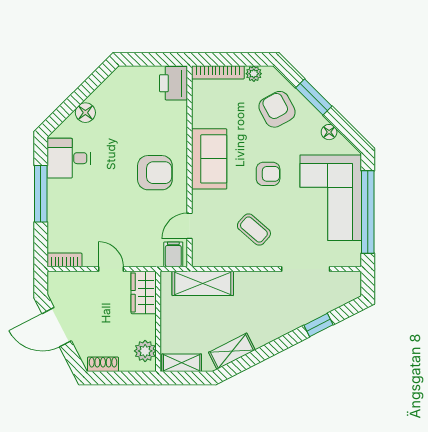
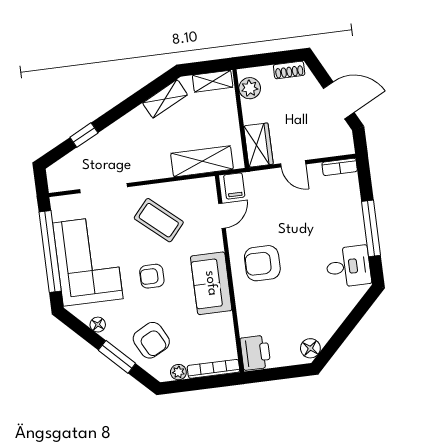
floor lamp: (85, 113) -> (310, 348), moved
coffee table: (254, 229) -> (159, 220), width x1.36, depth x1.30

